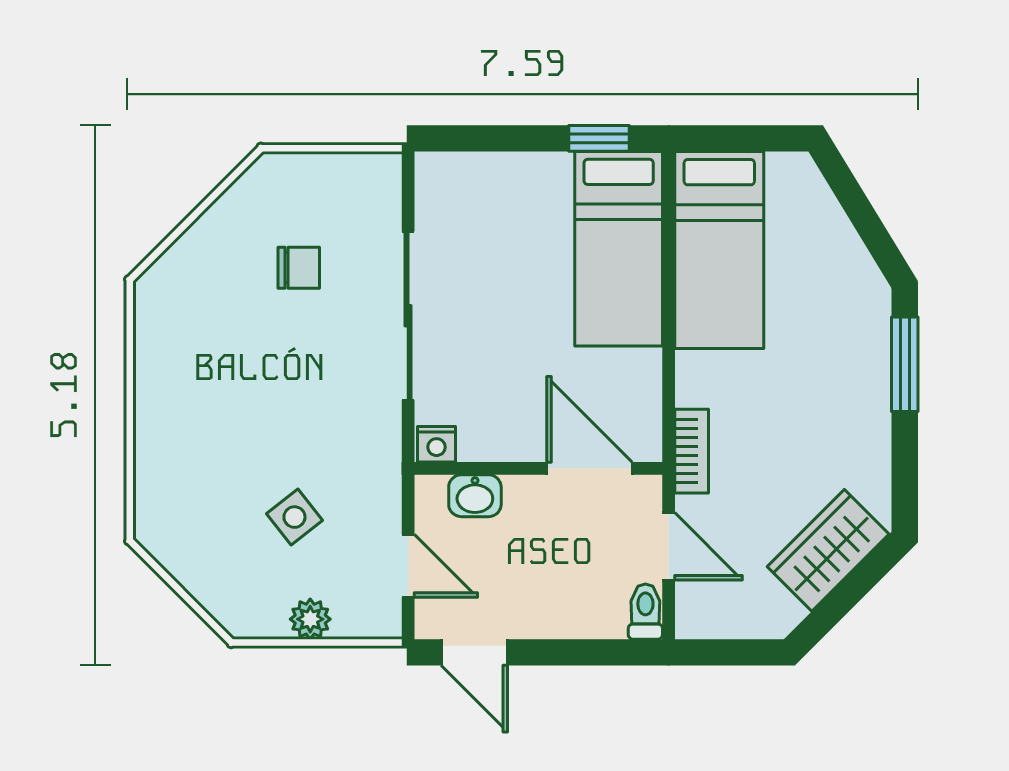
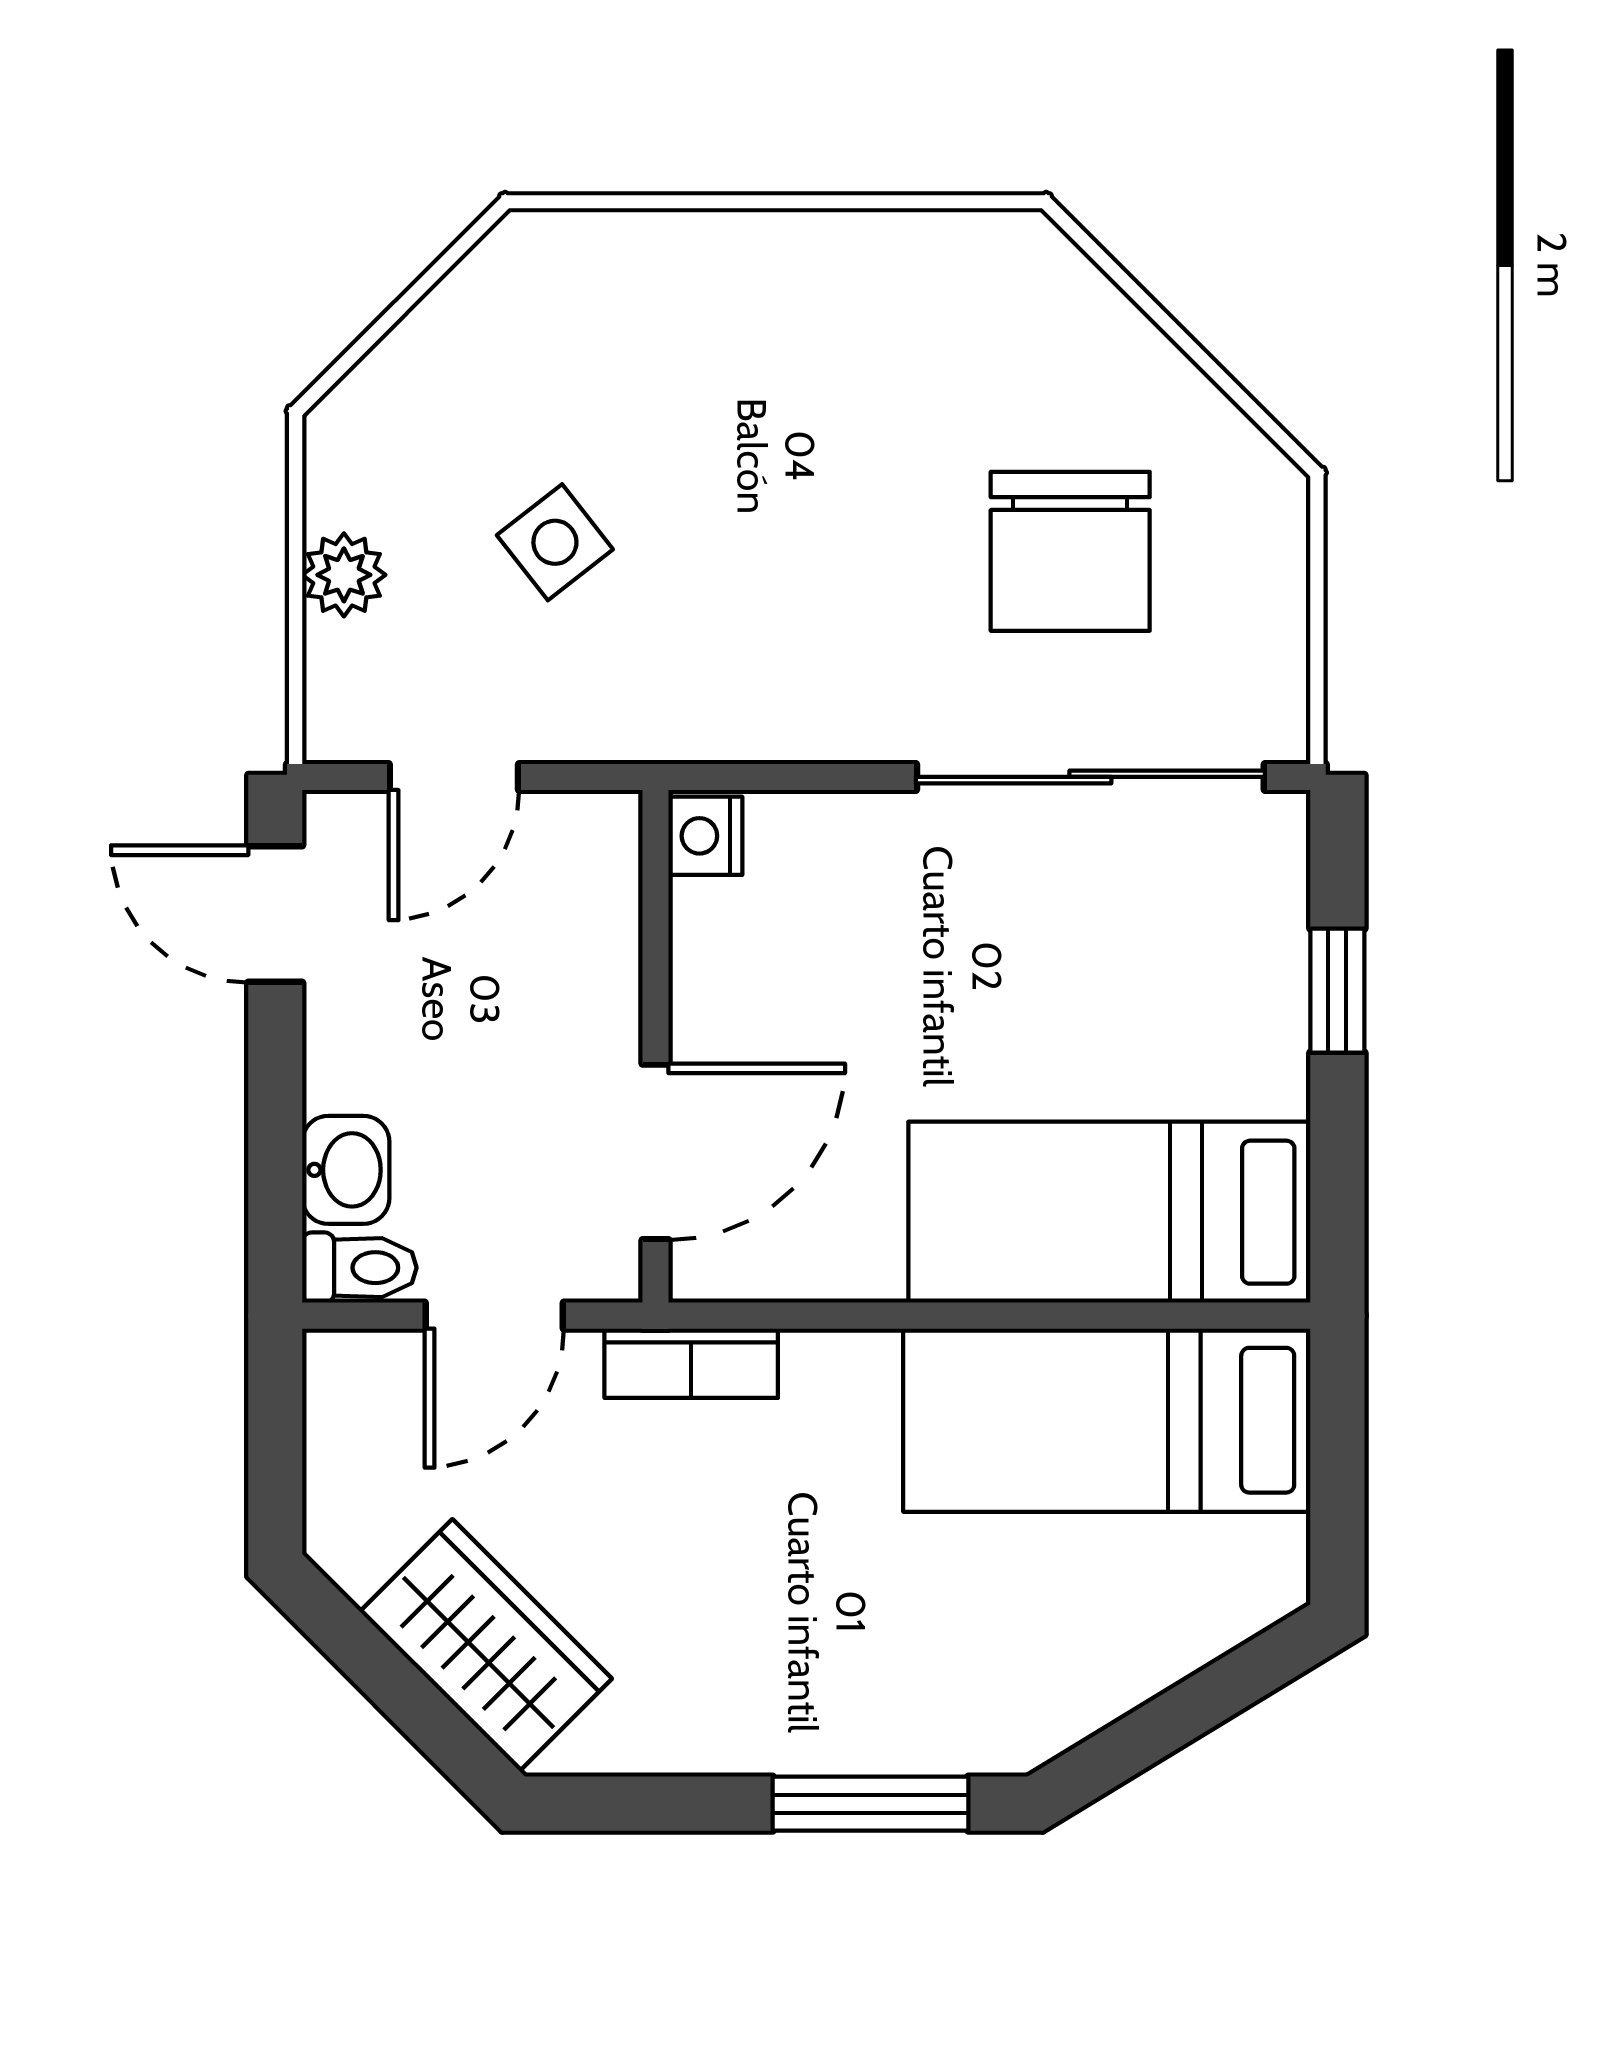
window: (599, 138) -> (1337, 991), moved
chair: (299, 268) -> (1070, 551), width x1.87, depth x1.87
sliding door: (408, 316) -> (1090, 777), moved
washbasin: (475, 496) -> (346, 1170), moved, turned 180
door: (474, 652) -> (275, 914), hinge flipped

